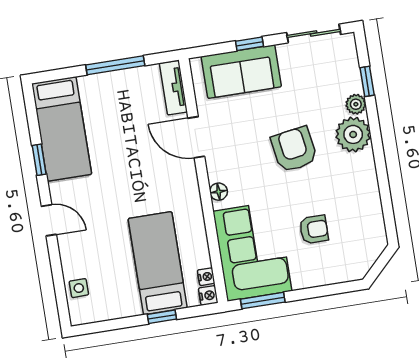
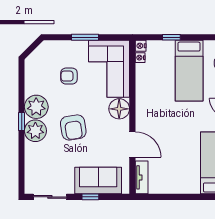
window: (115, 65) -> (175, 197), removed
window: (367, 81) -> (22, 121), moved
plant: (356, 104) -> (36, 107), moved, width x1.87, depth x1.87
floor lamp: (219, 192) -> (119, 109), width x1.89, depth x1.89
bed: (158, 263) -> (189, 71), moved
window: (263, 301) -> (85, 37), moved

